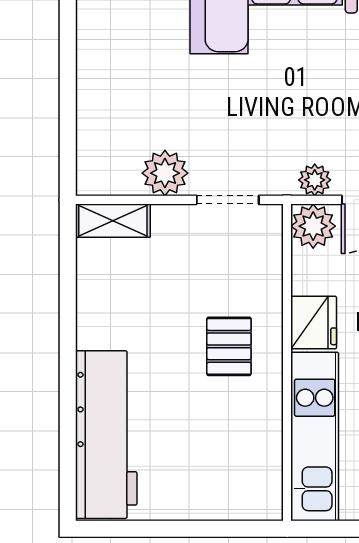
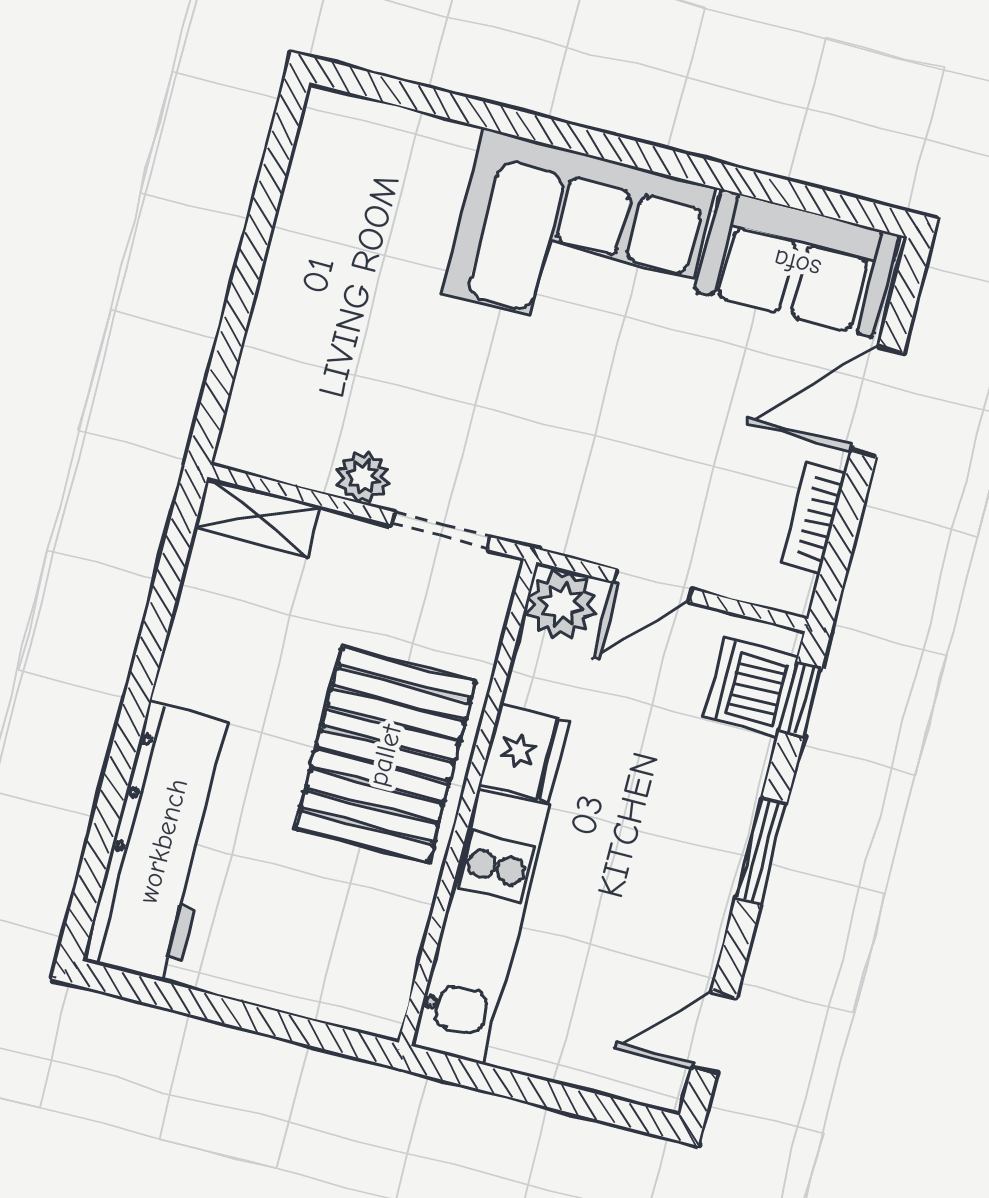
plant: (165, 173) -> (363, 477), width x0.73, depth x0.73
plant: (315, 180) -> (582, 535), removed
pallet: (229, 346) -> (385, 755), width x2.05, depth x2.00

